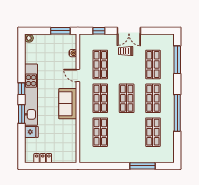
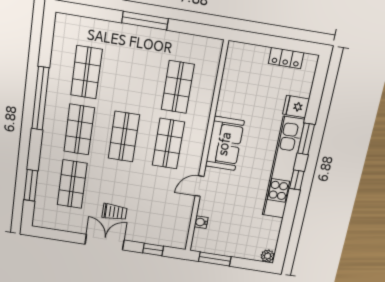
window: (177, 60) -> (31, 185), width x0.69
shop shelf: (100, 64) -> (159, 198), removed
door: (78, 76) -> (199, 186), swing flipped
window: (142, 166) -> (145, 21), moved

